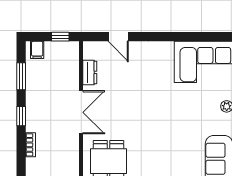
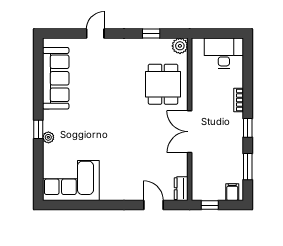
dresser: (90, 72) -> (181, 189), moved

